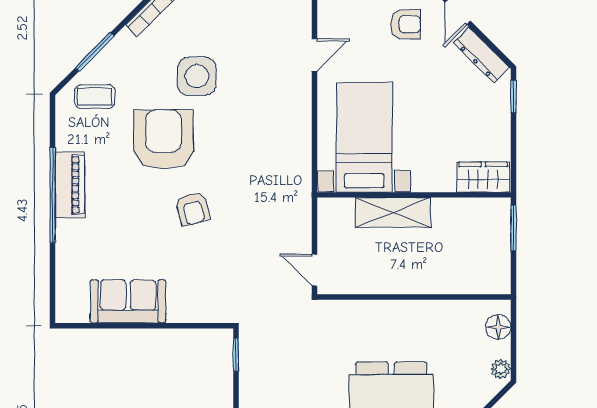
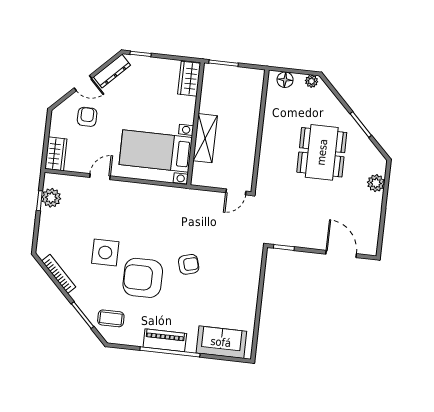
door: (314, 55) -> (100, 177), hinge flipped
coffee table: (95, 97) -> (111, 318), turned 90
sofa: (128, 301) -> (221, 342), moved, turned 90

